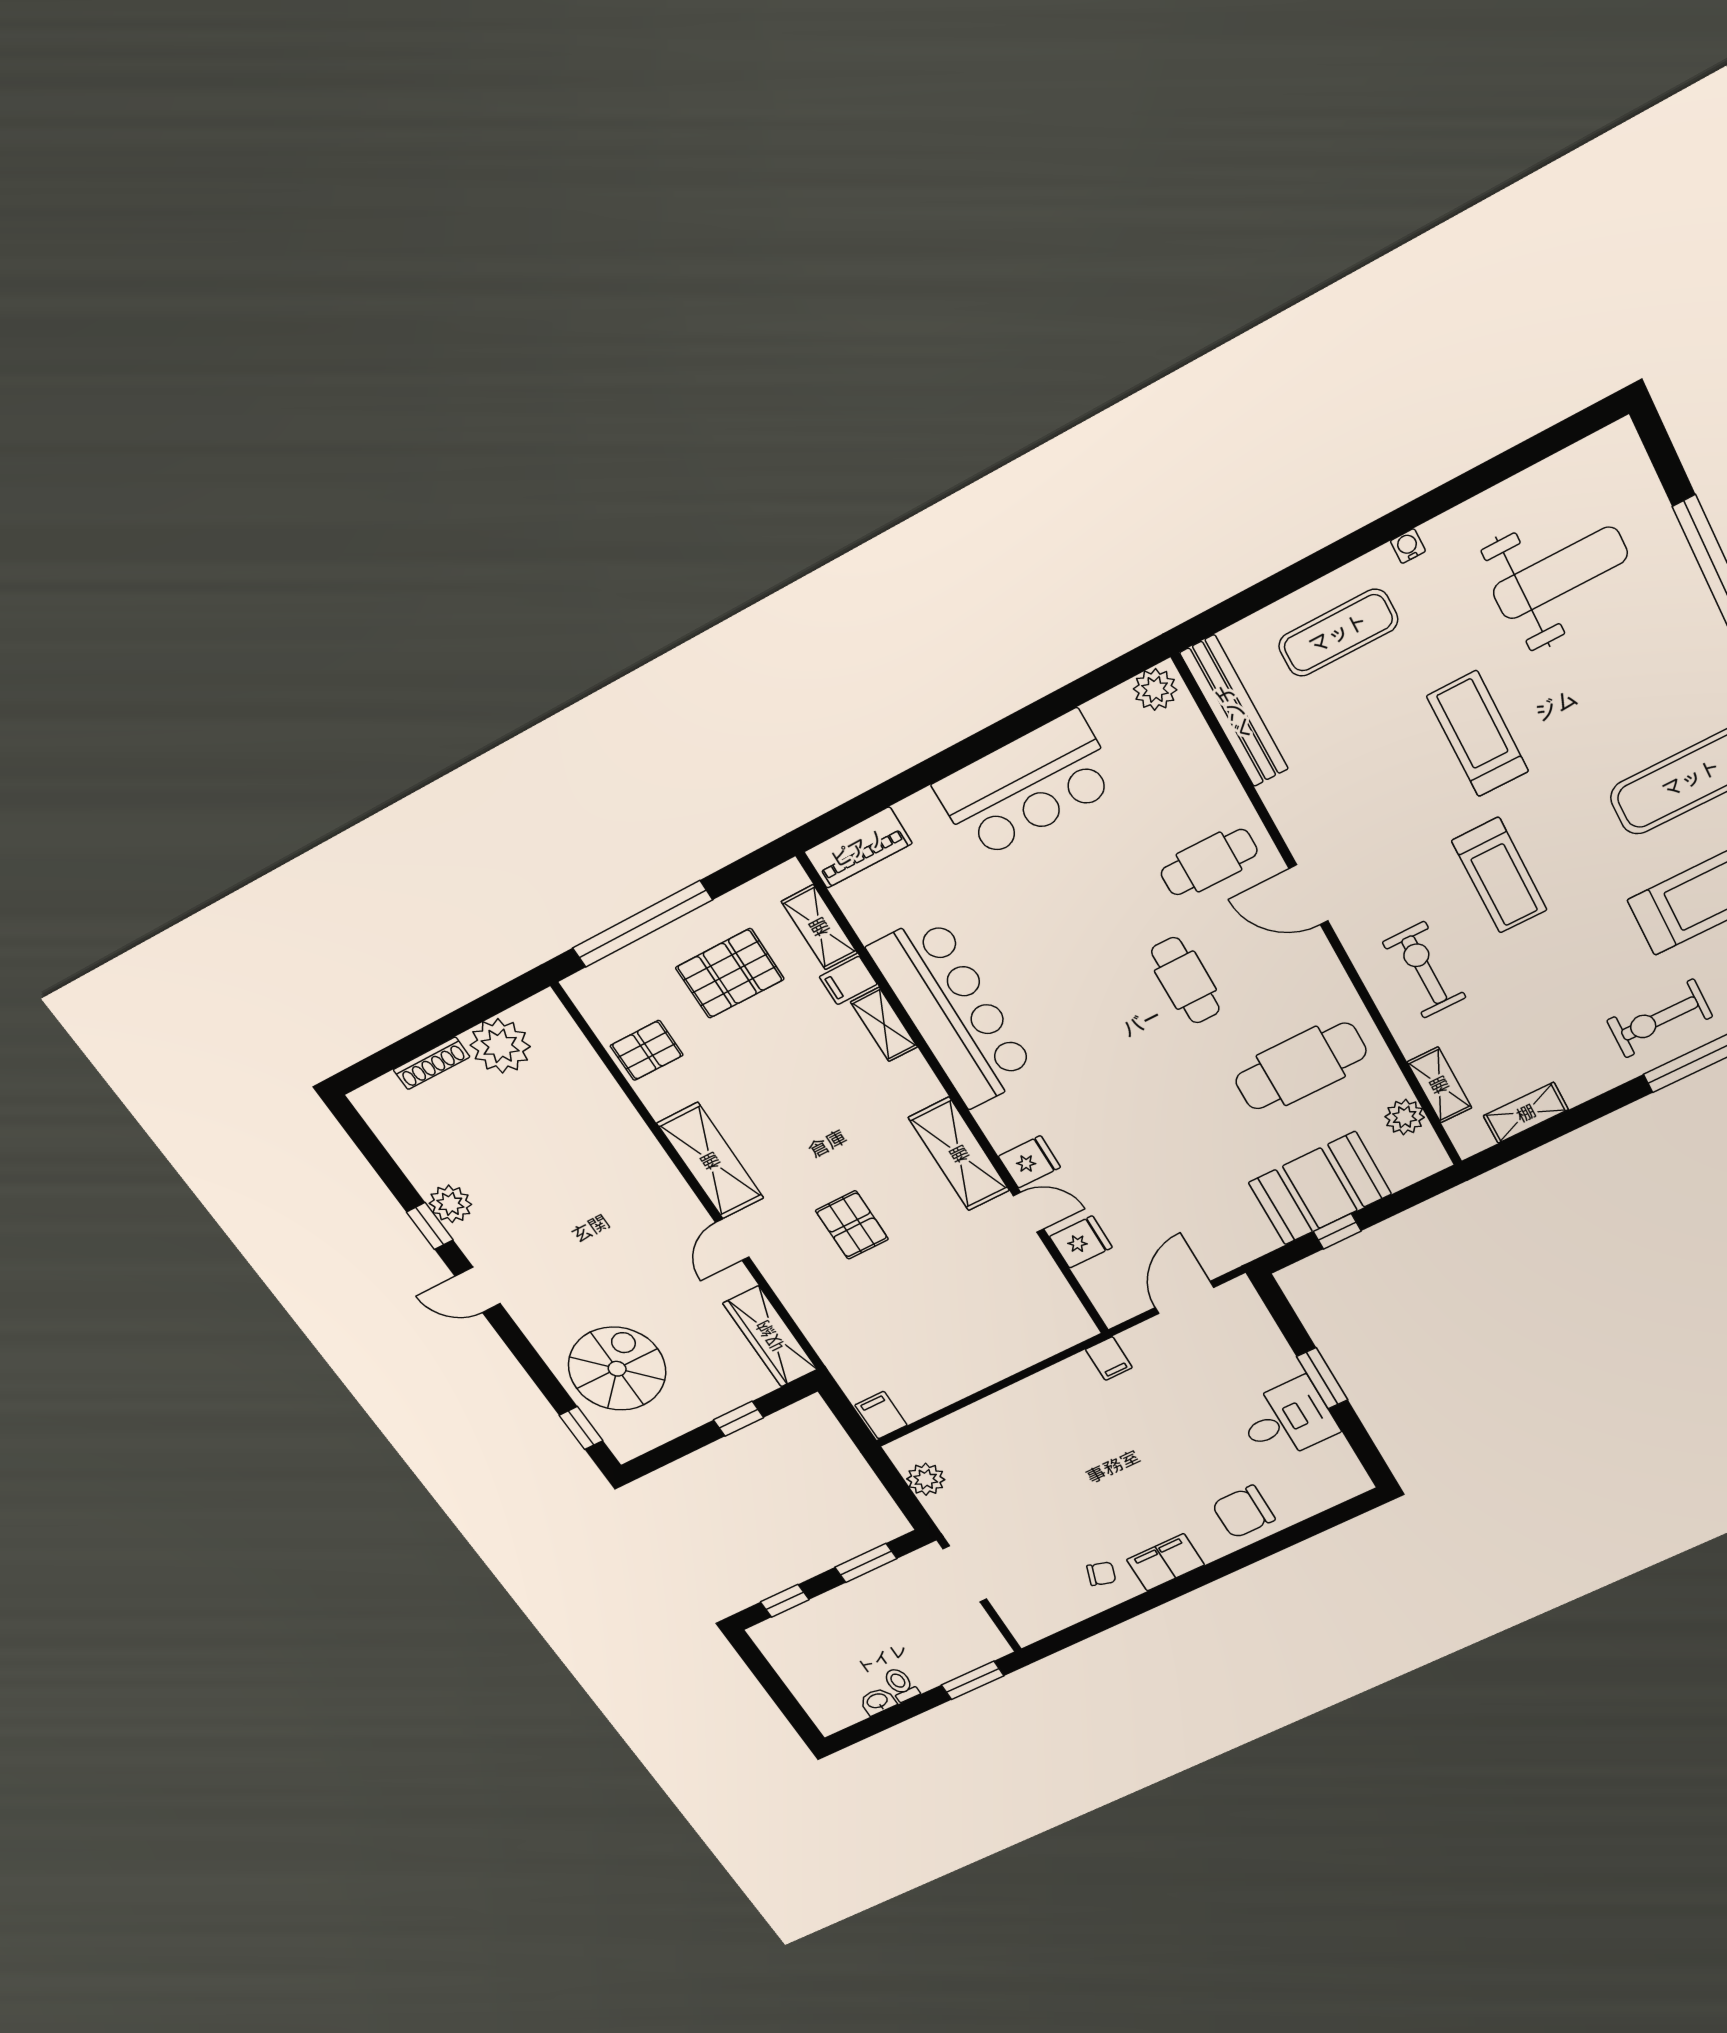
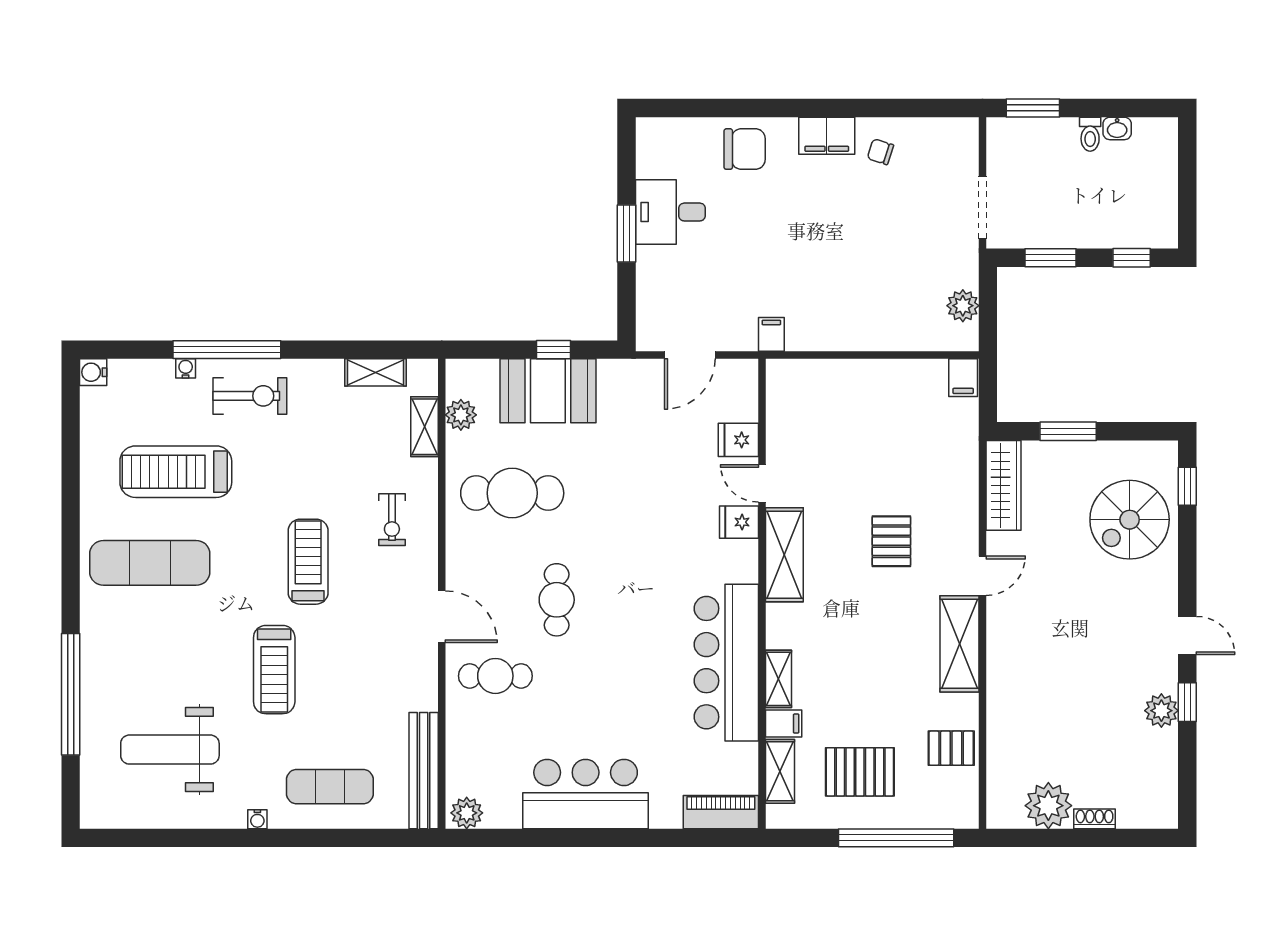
exercise bike: (1424, 970) -> (392, 520), width x0.73, depth x0.72
shoe rack: (432, 1063) -> (1095, 819), width x0.70
window: (739, 1419) -> (1068, 431), width x1.50

